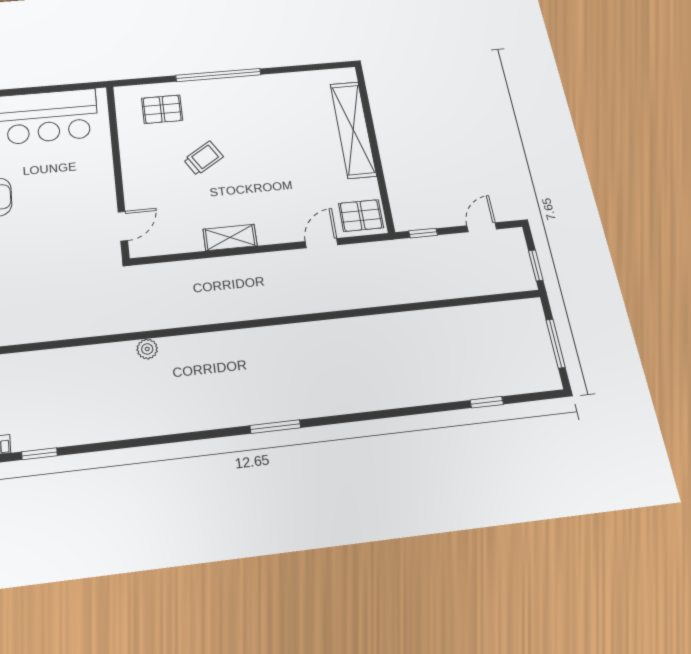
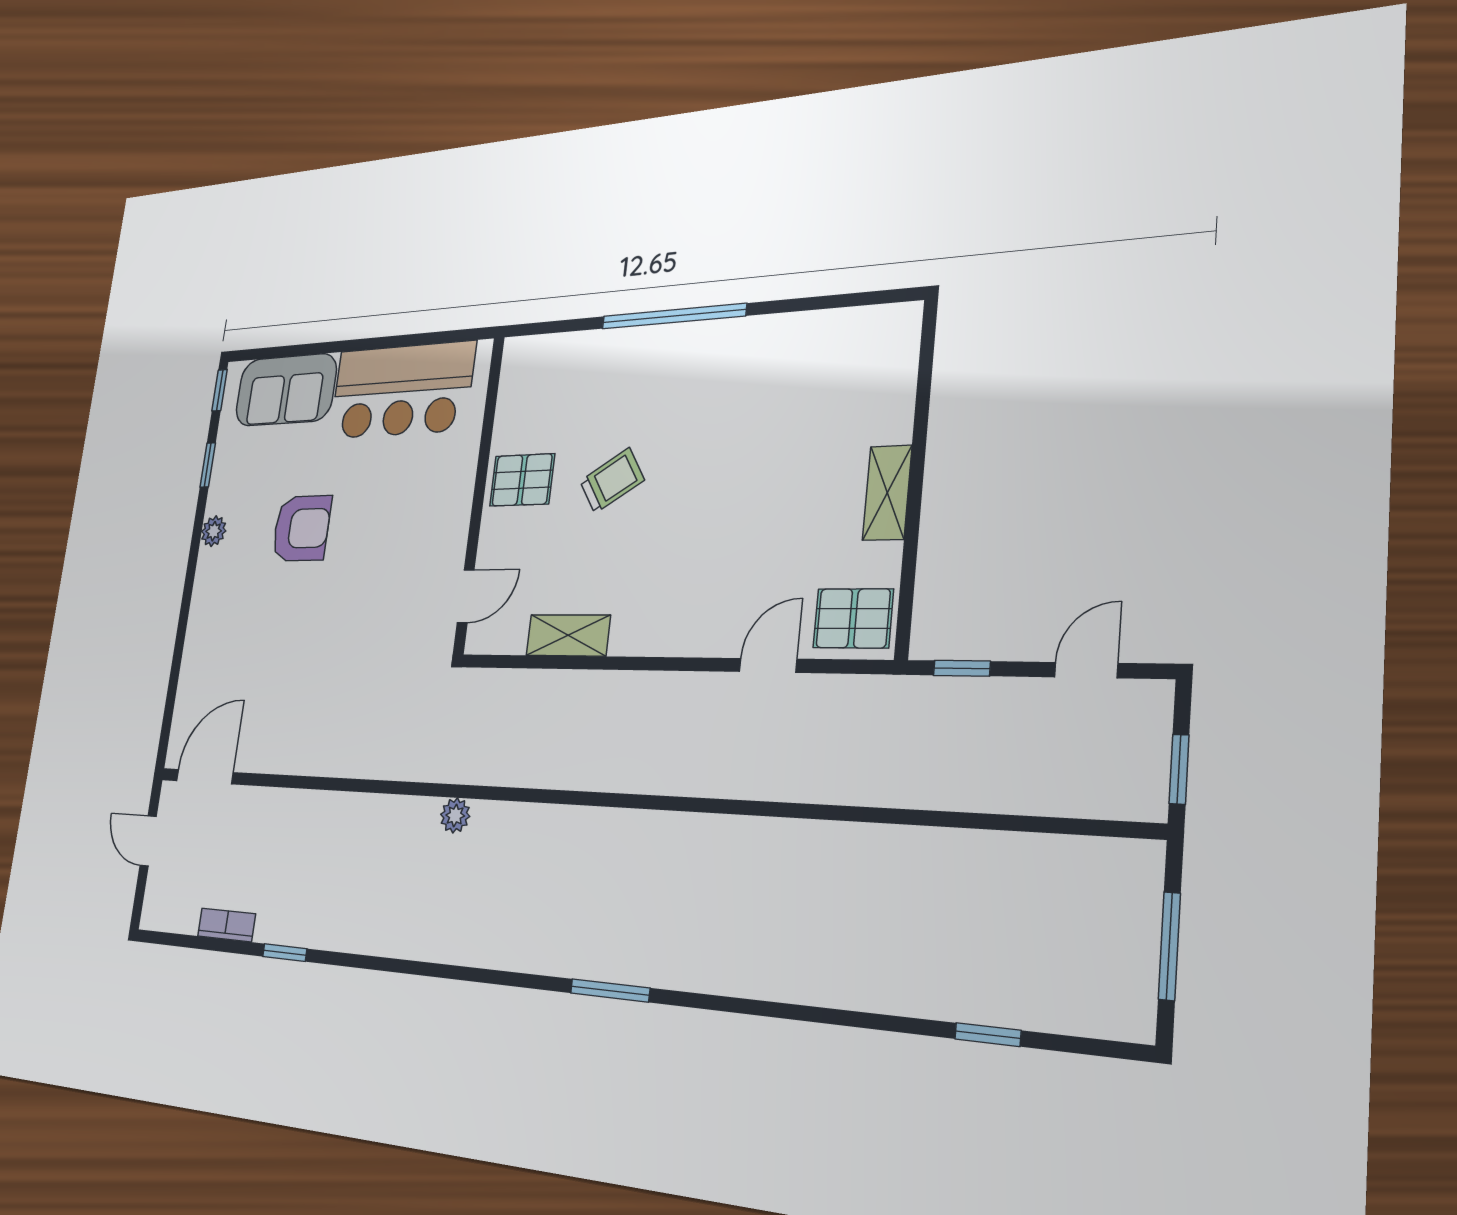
pallet: (162, 109) -> (522, 480), moved
shelving: (353, 130) -> (887, 493), width x0.45, depth x0.75
shelving: (230, 237) -> (568, 635), moved

